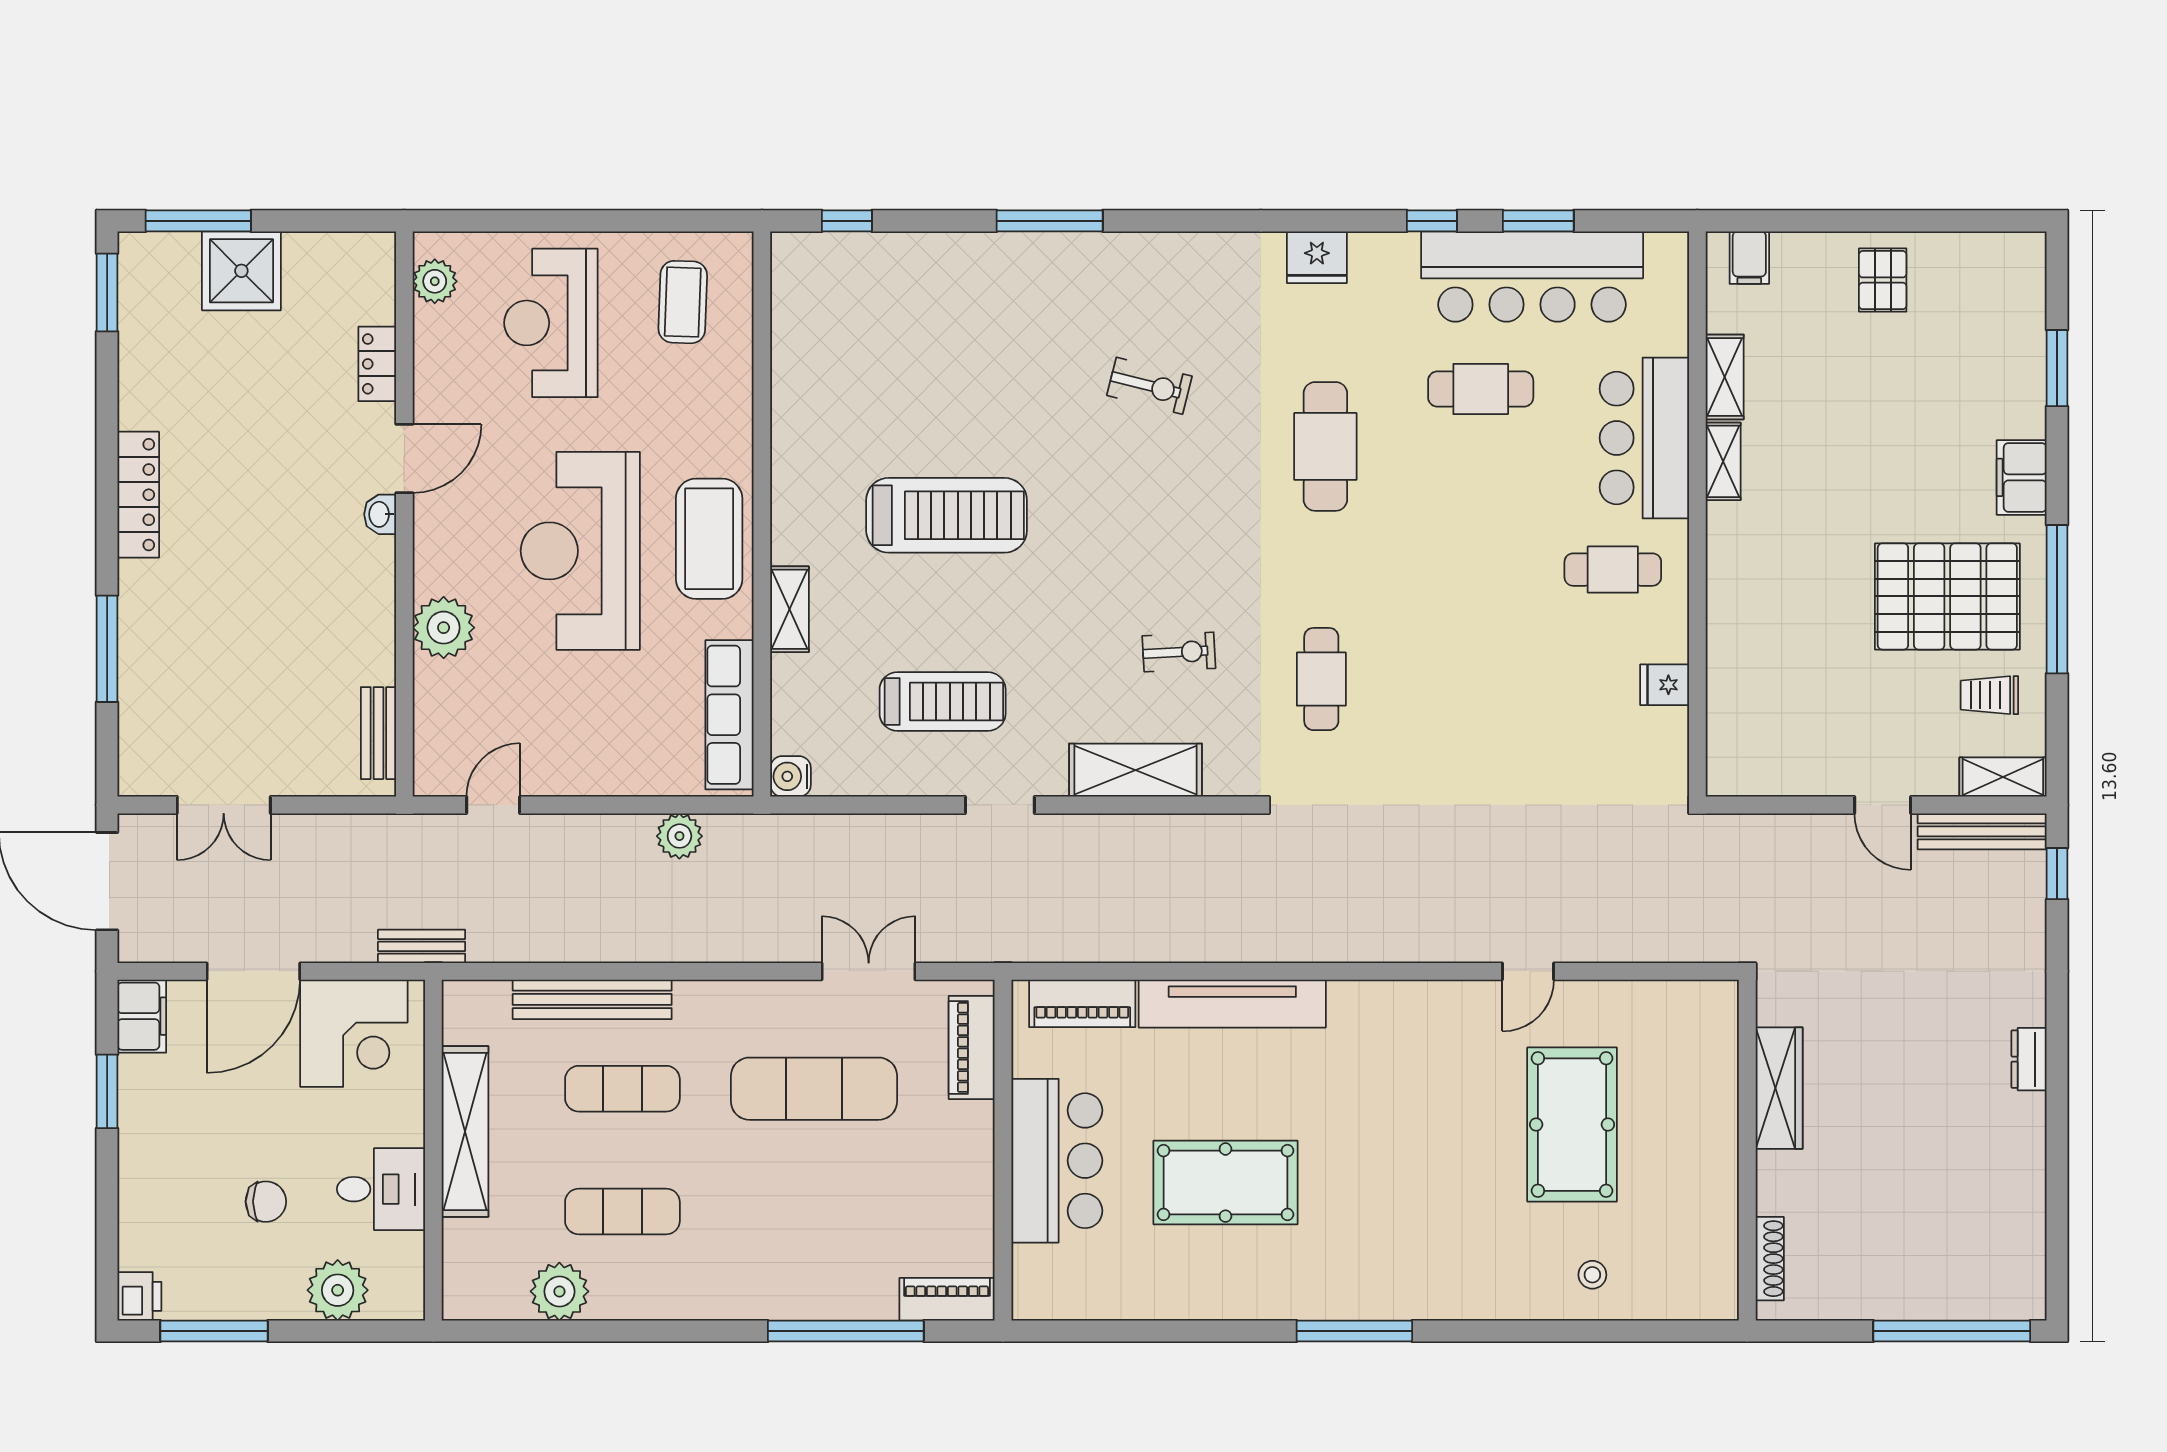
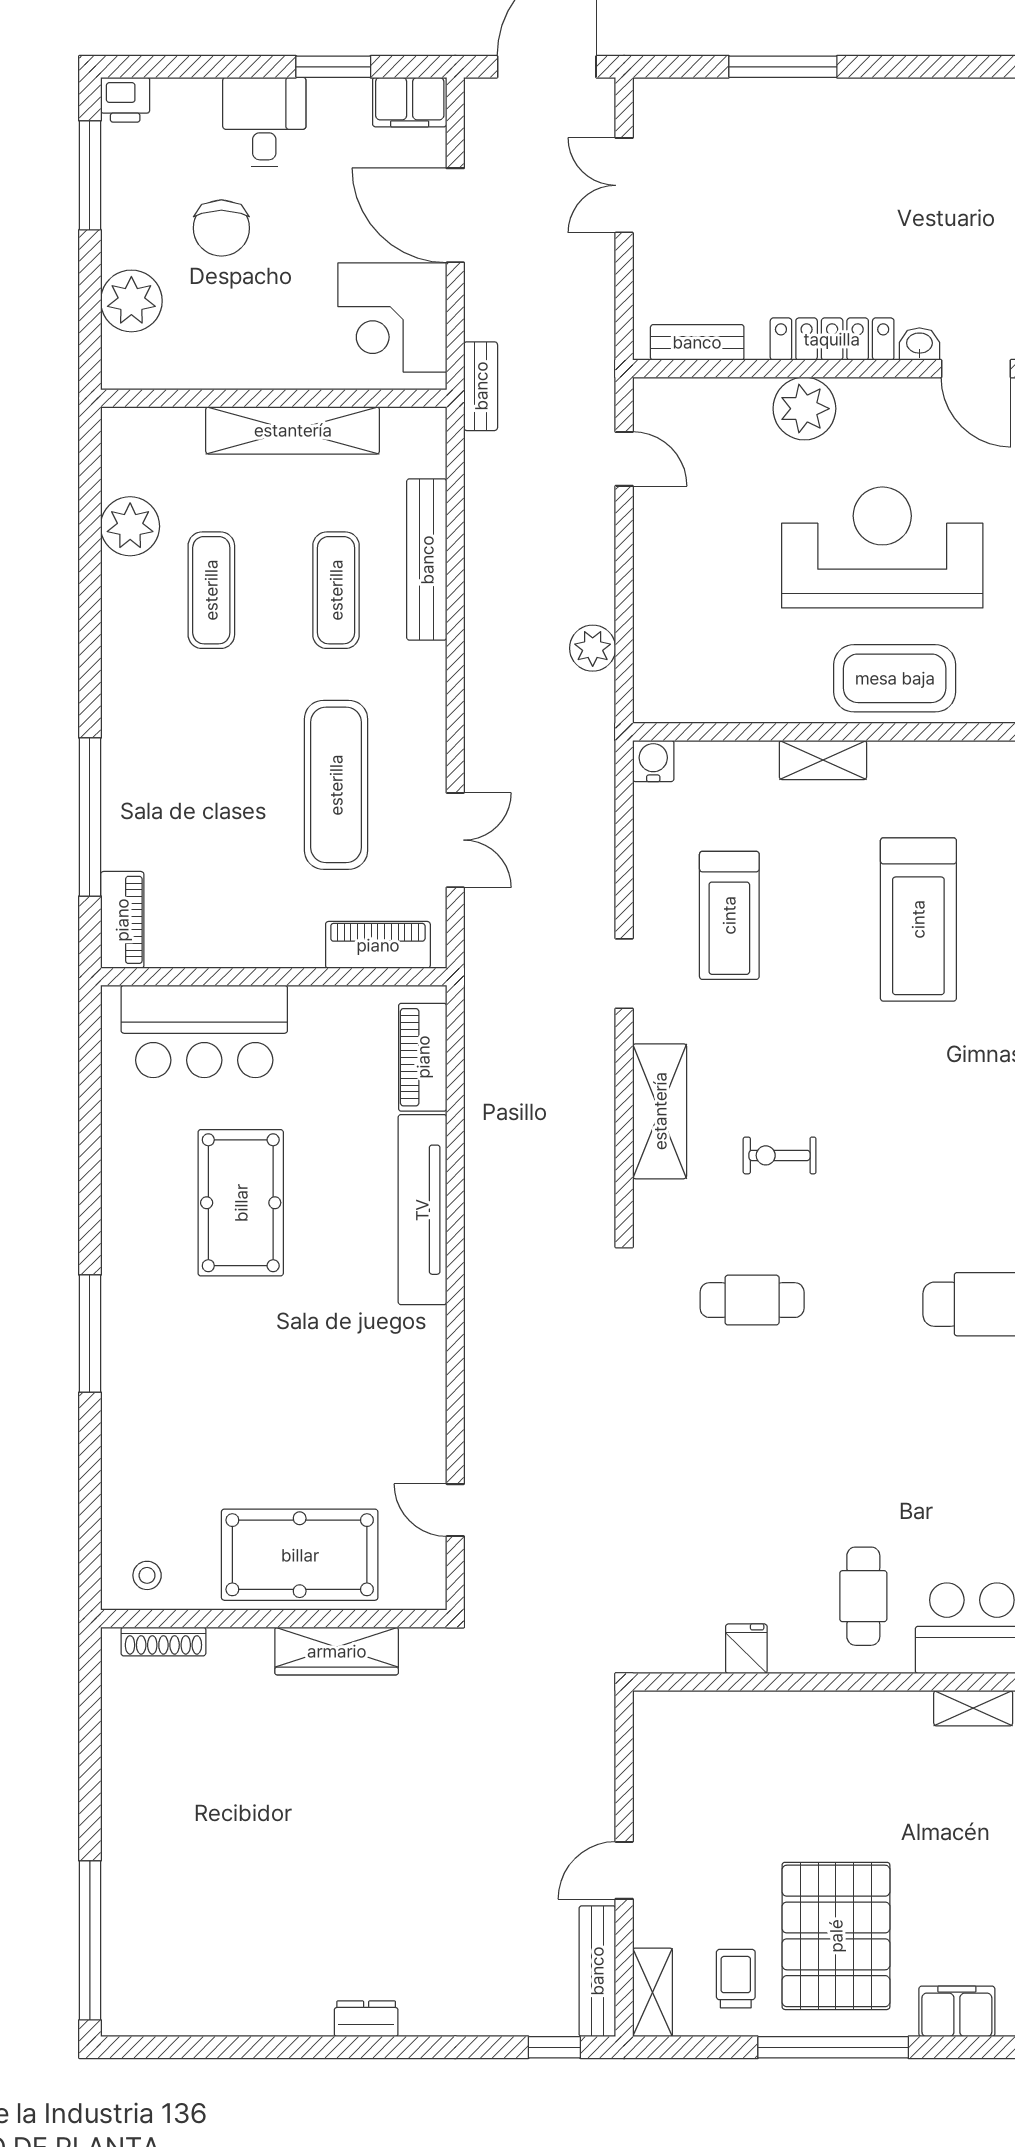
locker: (138, 495) -> (832, 339), moved, turned 180
exercise bike: (1179, 652) -> (780, 1155), turned 93
row of seats: (729, 715) -> (716, 699), removed
wardrobe: (1779, 1088) -> (337, 1651), moved
wall: (1747, 1150) -> (274, 1619), moved
bar counter: (1057, 1161) -> (204, 1031), moved
desk: (381, 1189) -> (264, 122), moved, turned 180
chair: (266, 1202) -> (221, 228), width x1.37, depth x1.37
shoe rack: (1770, 1259) -> (163, 1641), moved

